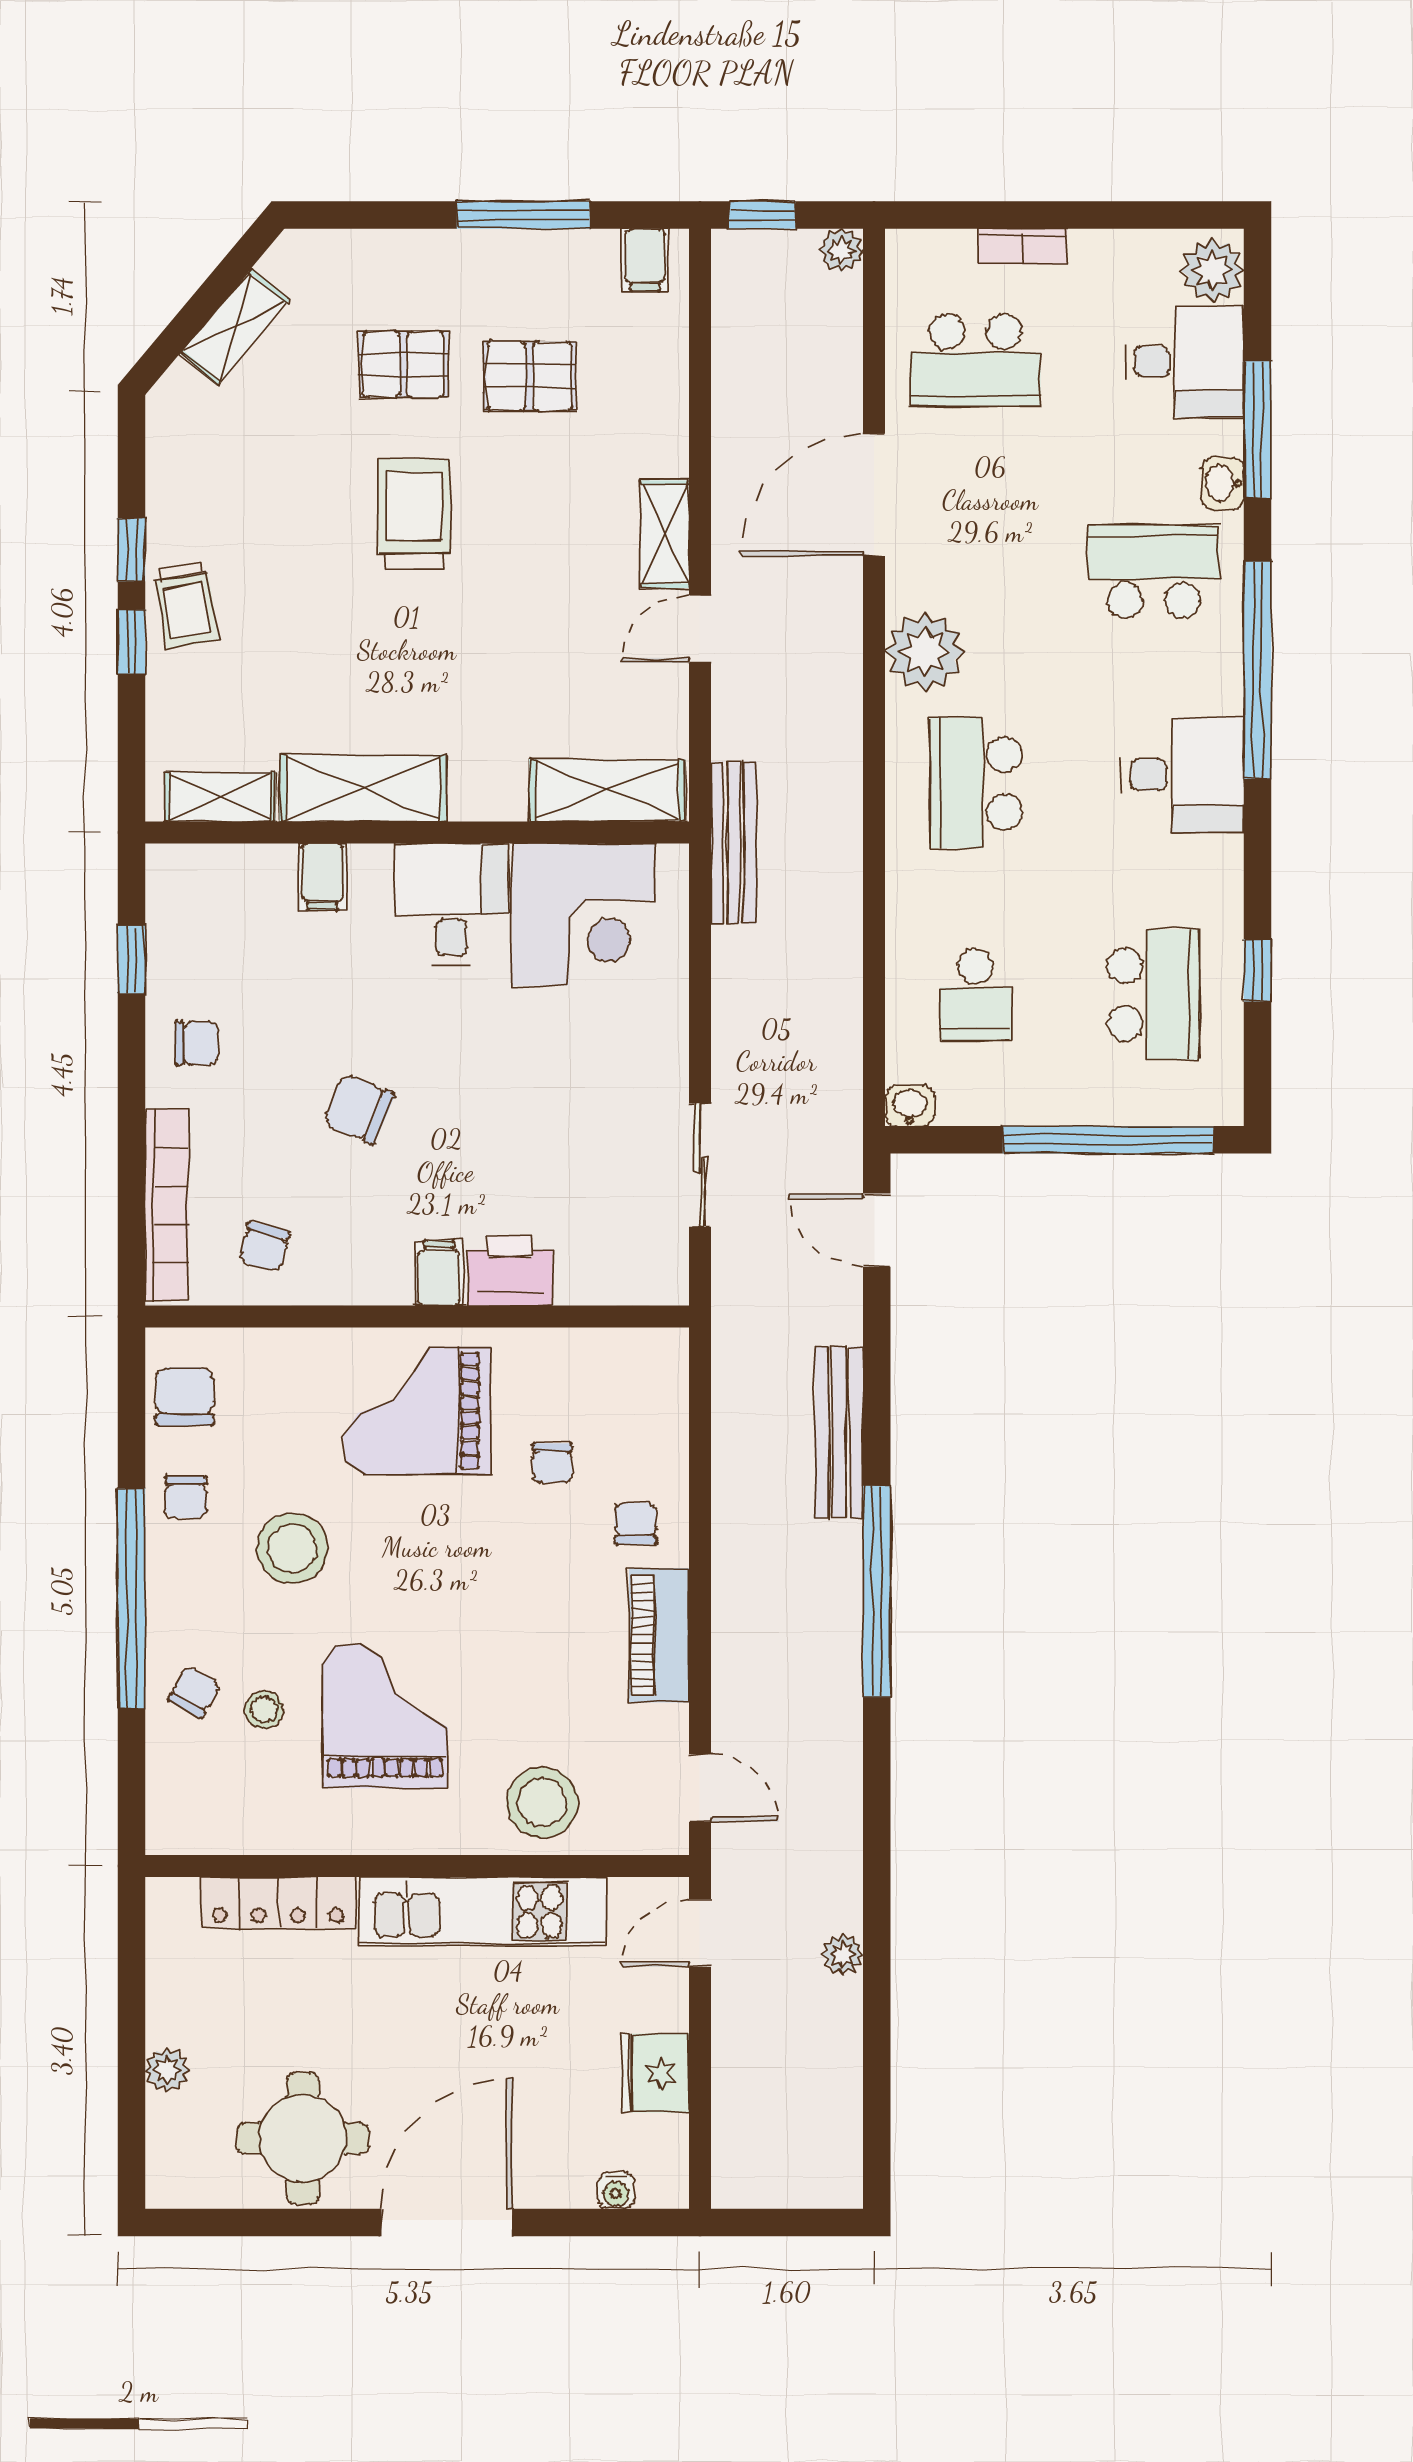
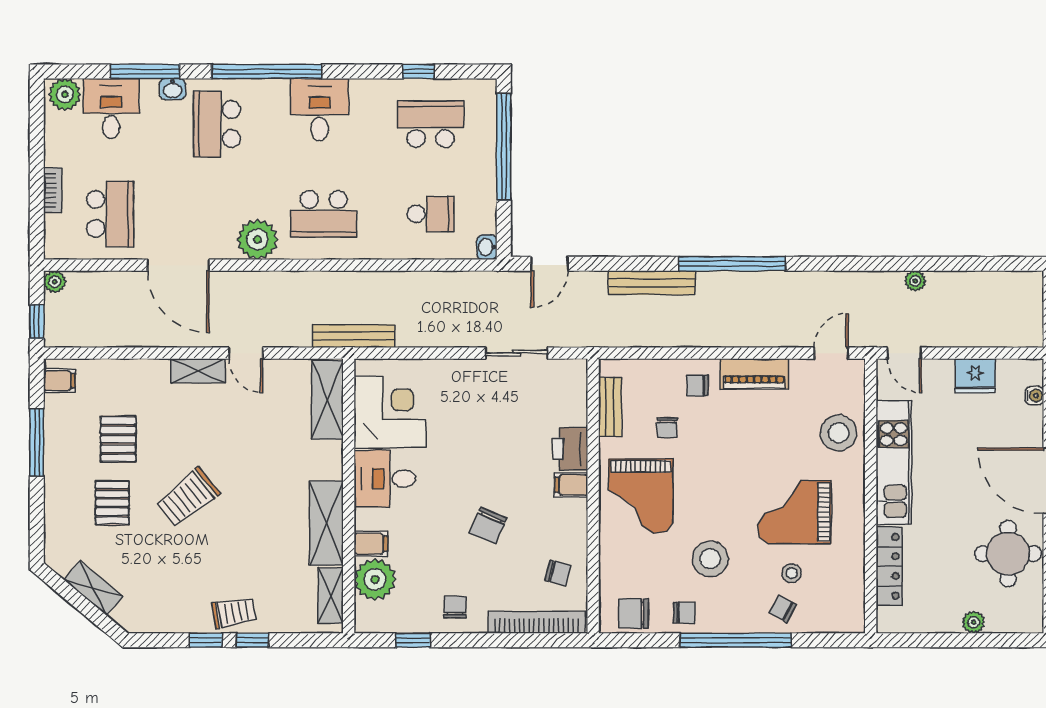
trolley: (414, 514) -> (188, 497), turned -39
plant: (252, 885) -> (375, 579), added
bench: (594, 1350) -> (610, 407), added
chair: (552, 1463) -> (667, 428), turned 90

